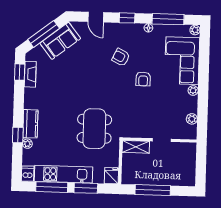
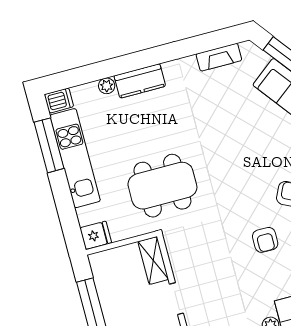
window: (20, 72) -> (217, 39), removed
armchair: (143, 79) -> (265, 240), turned -90
window: (18, 135) -> (116, 66), removed
window: (86, 188) -> (64, 200), removed

